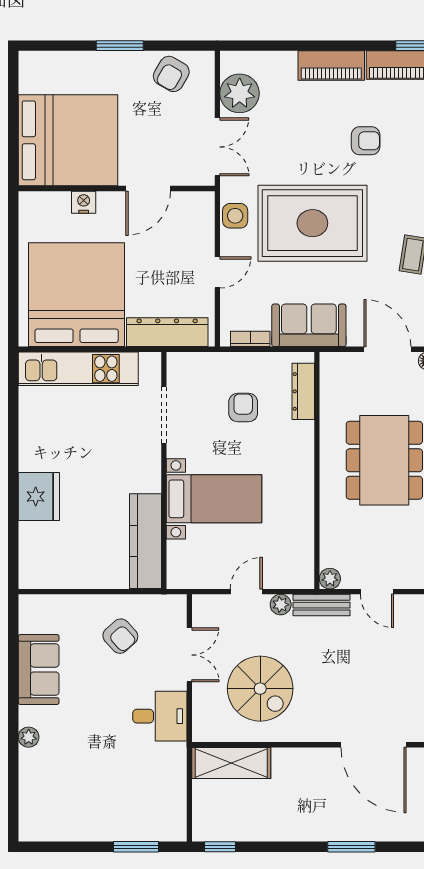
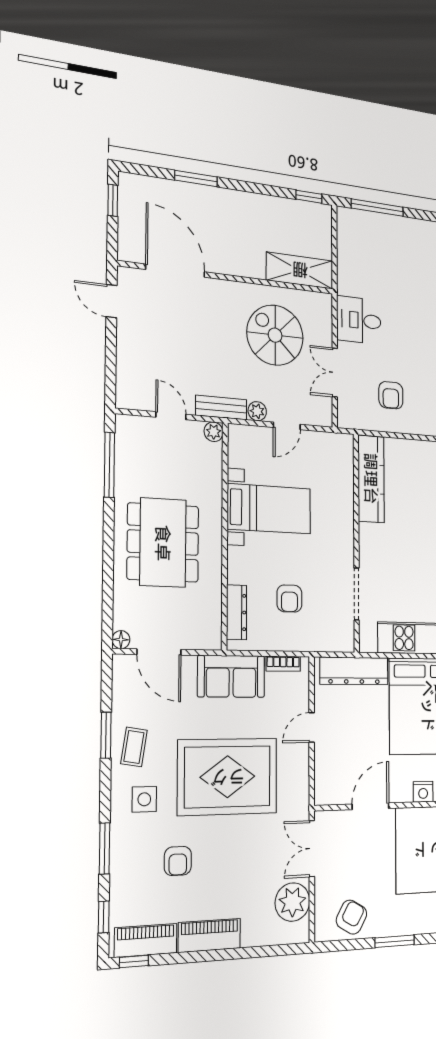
armchair: (366, 141) -> (178, 861), turned -90
side table: (235, 216) -> (144, 799), moved
bed with nightstands: (214, 499) -> (269, 509), moved, turned 180
armchair: (120, 636) -> (391, 395), turned -138
window: (136, 847) -> (377, 208), width x1.44

